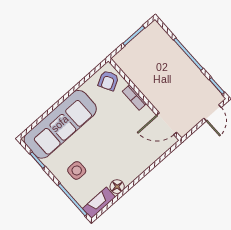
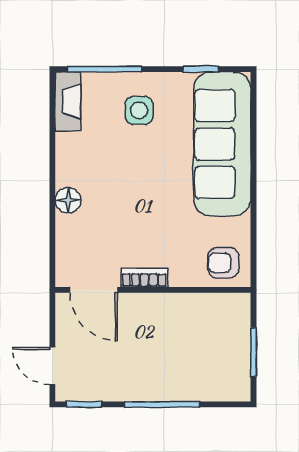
armchair: (108, 81) -> (223, 263), turned -61
bookcase: (134, 98) -> (144, 278), moved
door: (167, 124) -> (94, 290), swing flipped
floor lamp: (117, 187) -> (68, 200), moved

